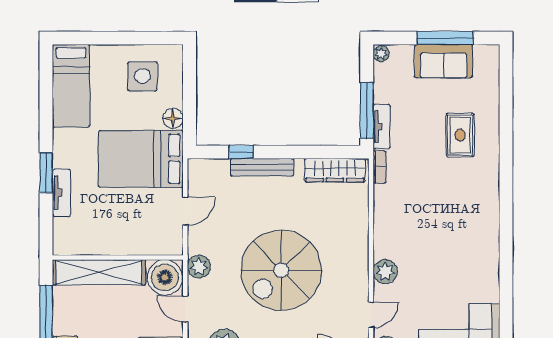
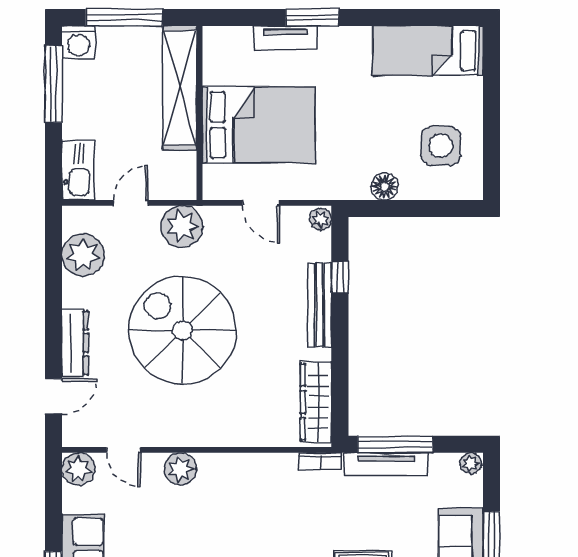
tv unit: (382, 127) -> (386, 464), width x1.41
bed: (141, 159) -> (259, 125), moved, turned 90
plant: (197, 167) -> (321, 219), added
plant: (199, 267) -> (182, 226), width x1.36, depth x1.36
boiler: (165, 277) -> (173, 176), removed

